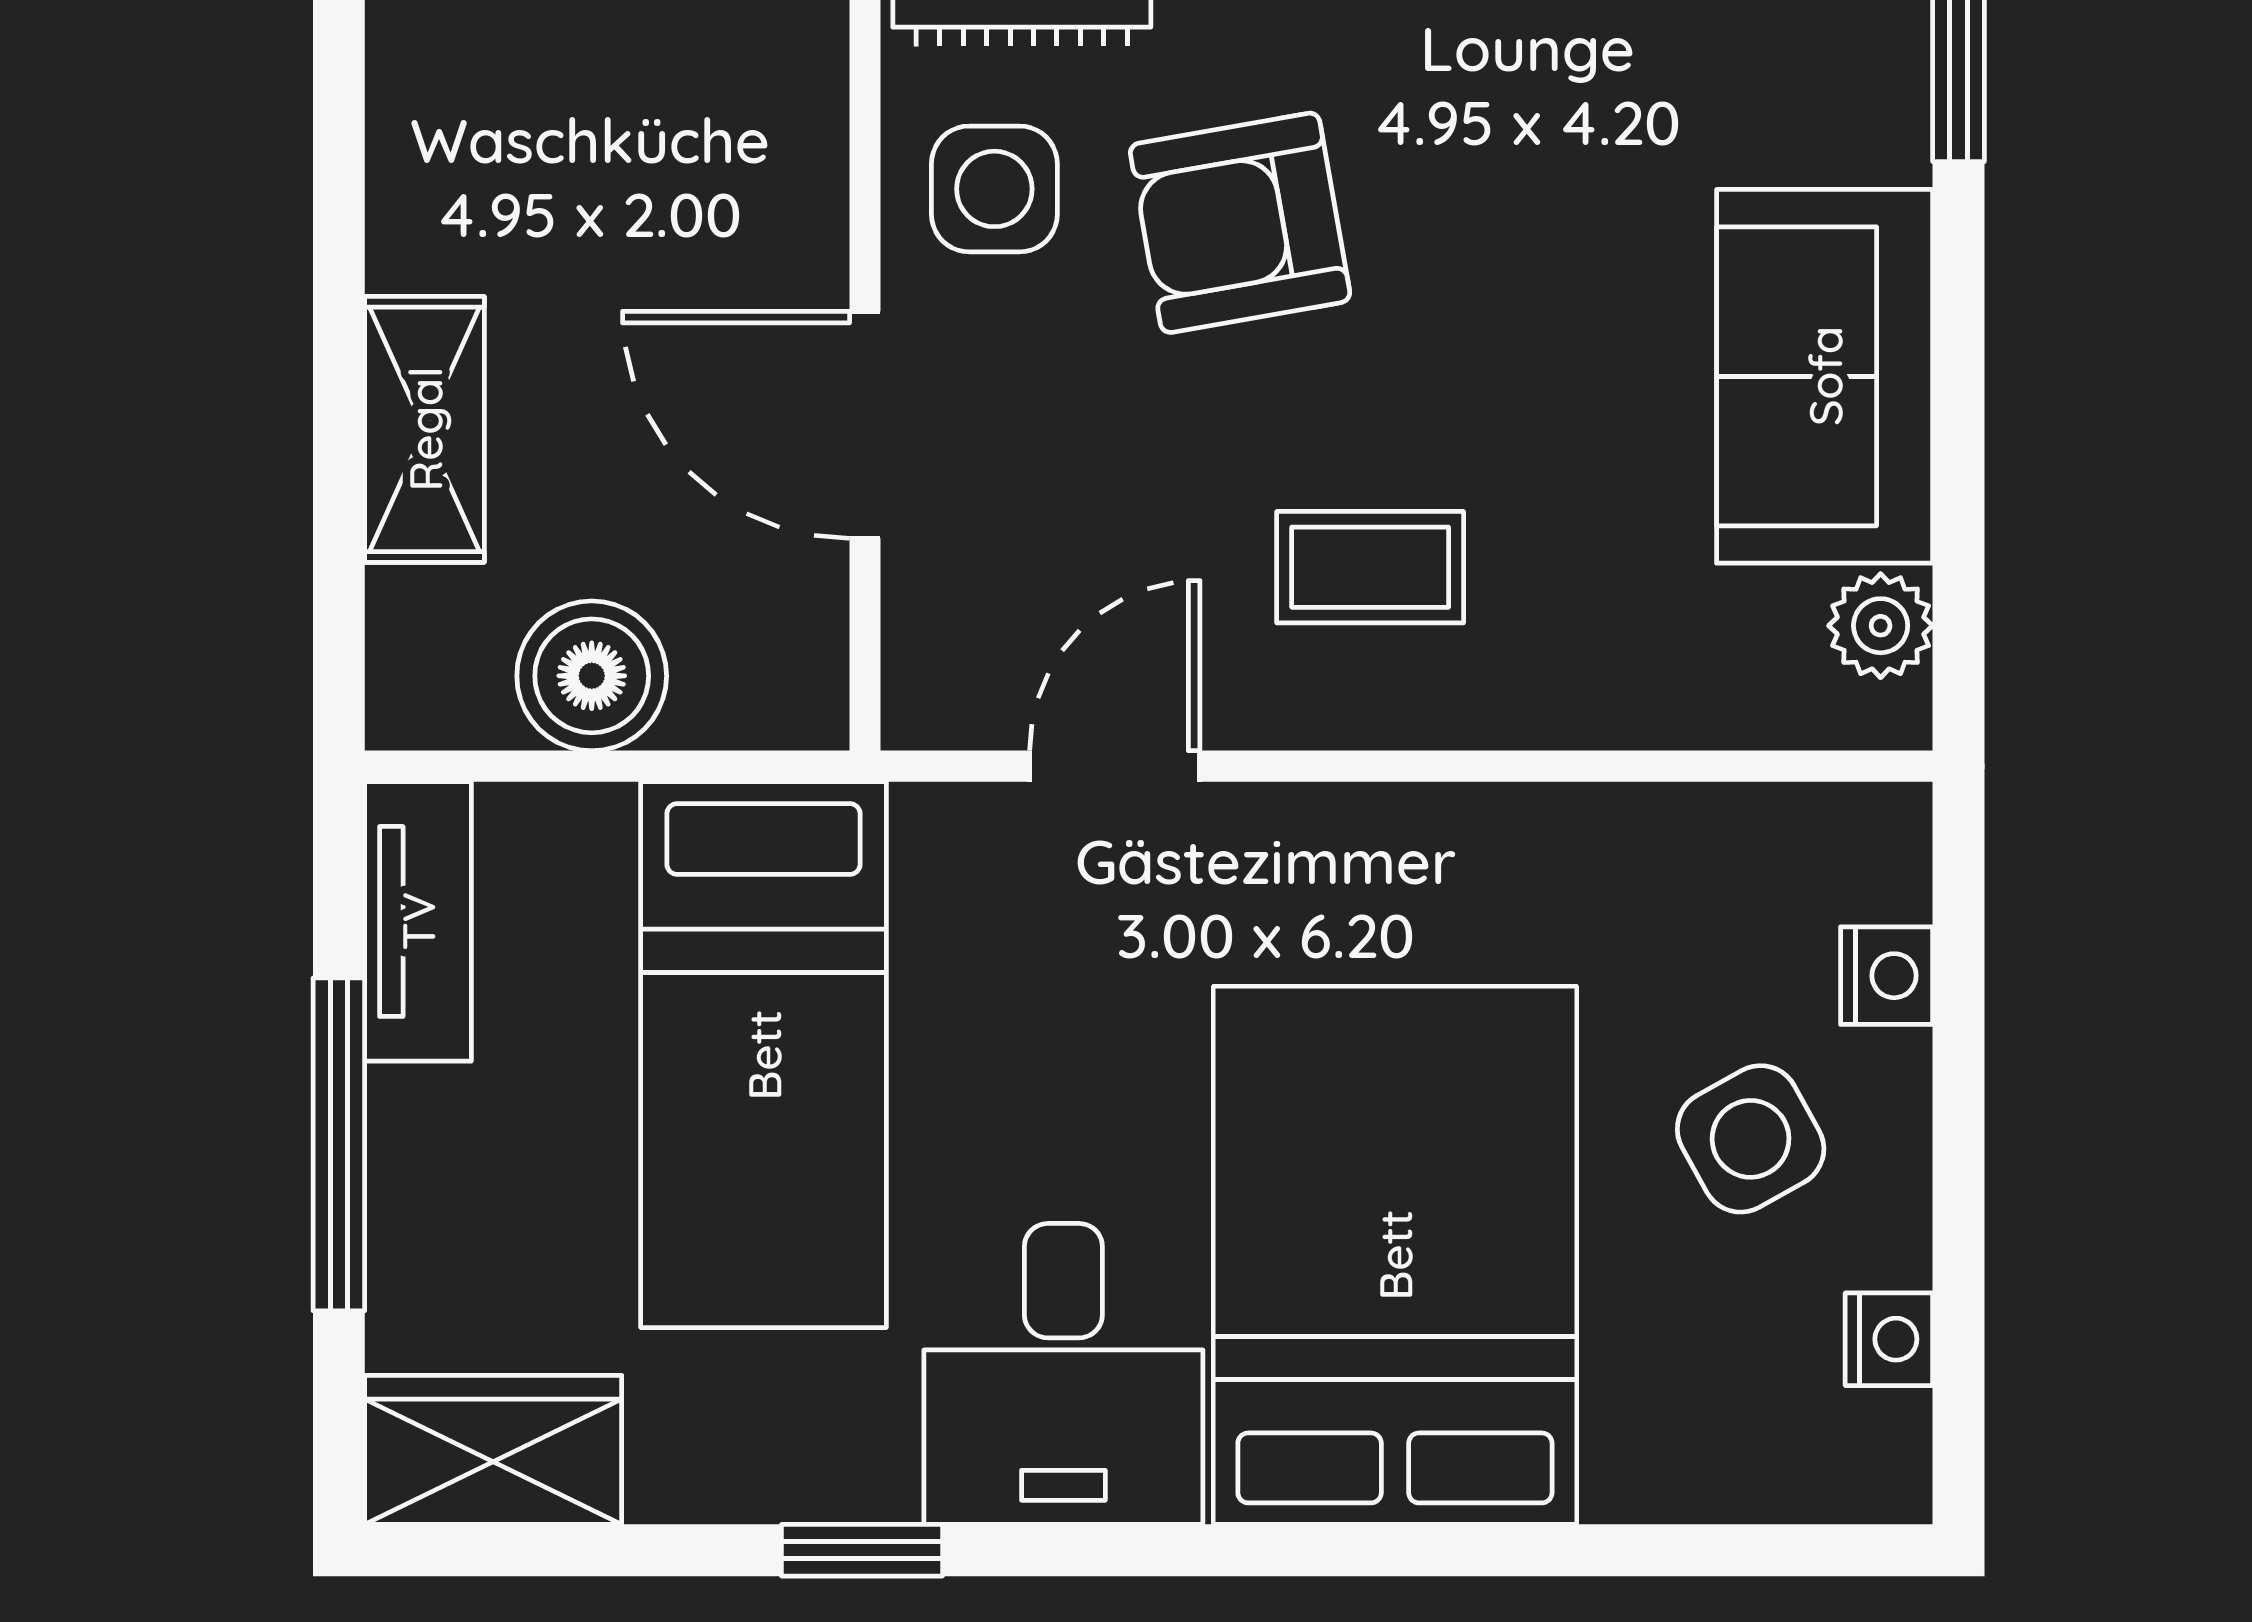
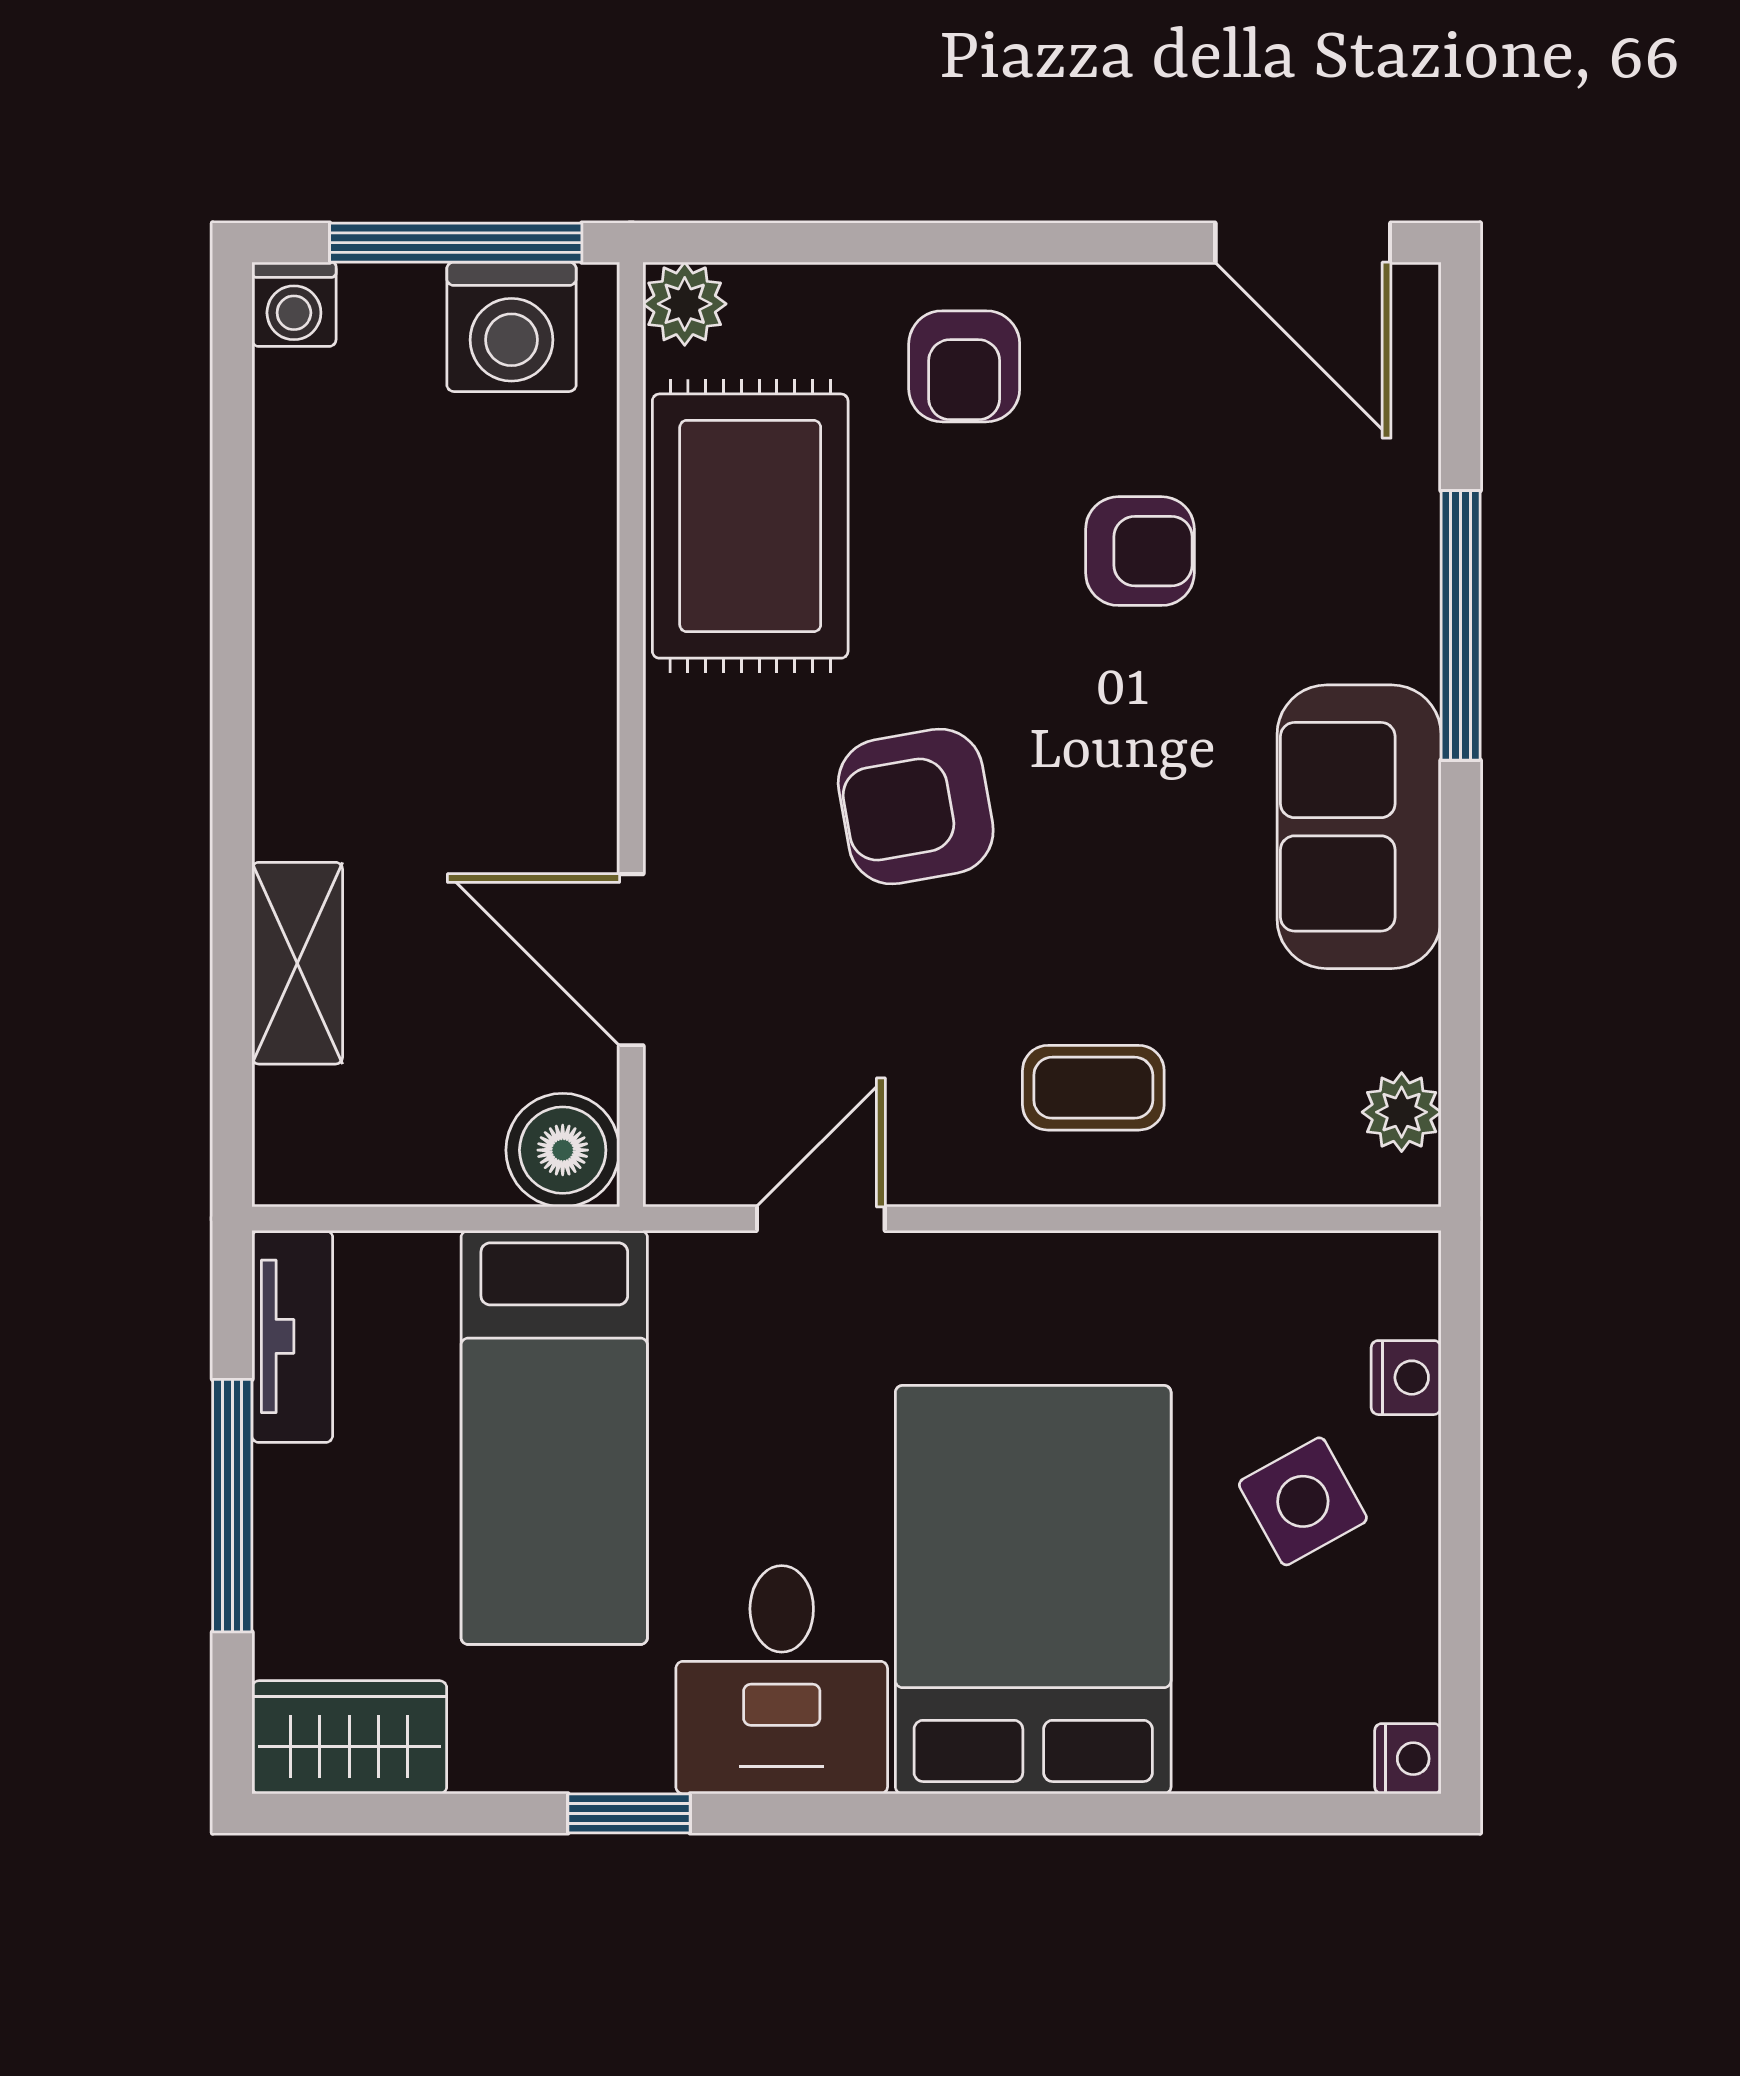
side table: (994, 189) -> (729, 781), removed
sofa: (1825, 376) -> (1359, 827), moved
coffee table: (1370, 567) -> (1093, 1088), moved
boiler: (592, 676) -> (563, 1150), moved
nightstand: (1889, 1339) -> (1408, 1759), moved

